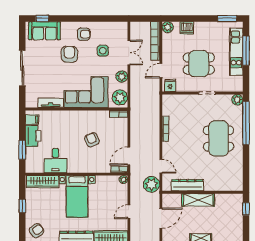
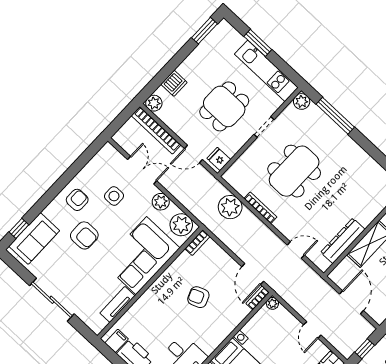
window: (246, 51) -> (258, 43), width x0.69
kitchen unit: (236, 52) -> (266, 71), moved
armchair: (69, 54) -> (84, 235), turned 180
door: (161, 71) -> (194, 154), hinge flipped
window: (246, 123) -> (335, 116), width x0.68
dining table: (219, 138) -> (294, 171), moved, turned 90
plant: (152, 184) -> (230, 207), moved

